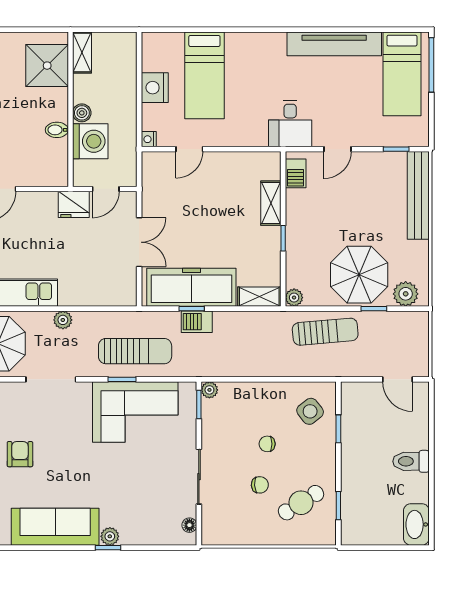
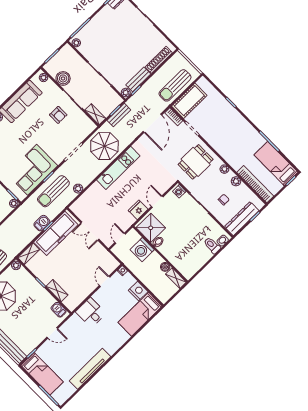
shower: (47, 66) -> (151, 228), moved
bed: (402, 74) -> (42, 374), moved, turned 180
bed: (204, 75) -> (140, 314), moved, turned -90
boiler: (82, 113) -> (165, 267), moved
desk: (290, 124) -> (91, 313), moved
door: (338, 149) -> (52, 333), swing flipped
fridge: (74, 204) -> (138, 210), moved
plant: (63, 320) -> (78, 189), moved

